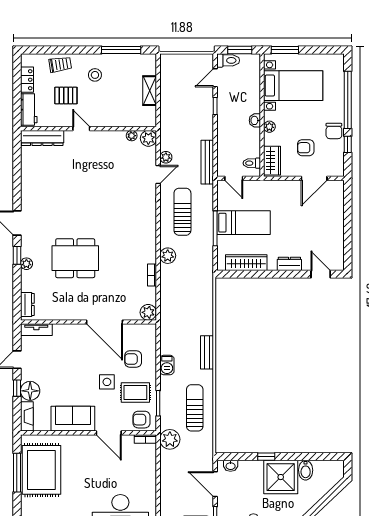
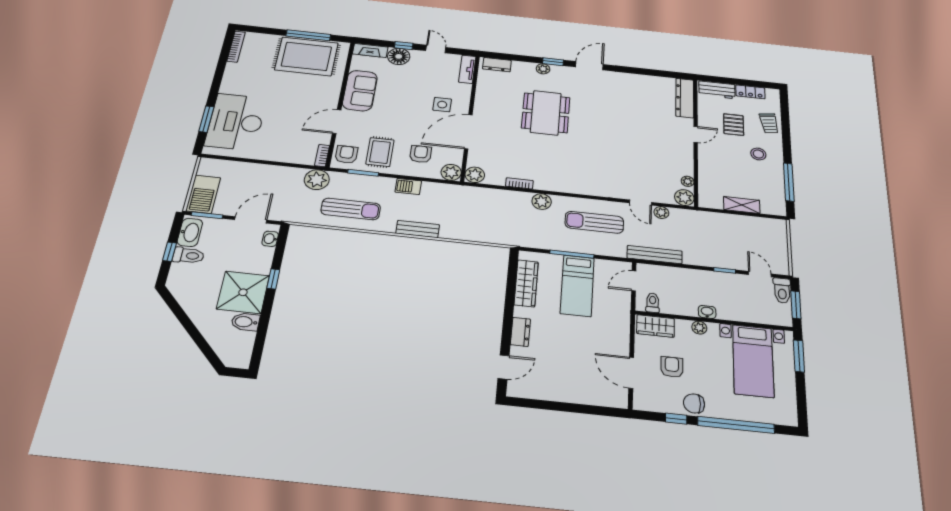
sun lounger: (182, 212) -> (594, 222), turned 180
plant: (148, 332) -> (451, 172), added
side table: (107, 382) -> (442, 105), moved

